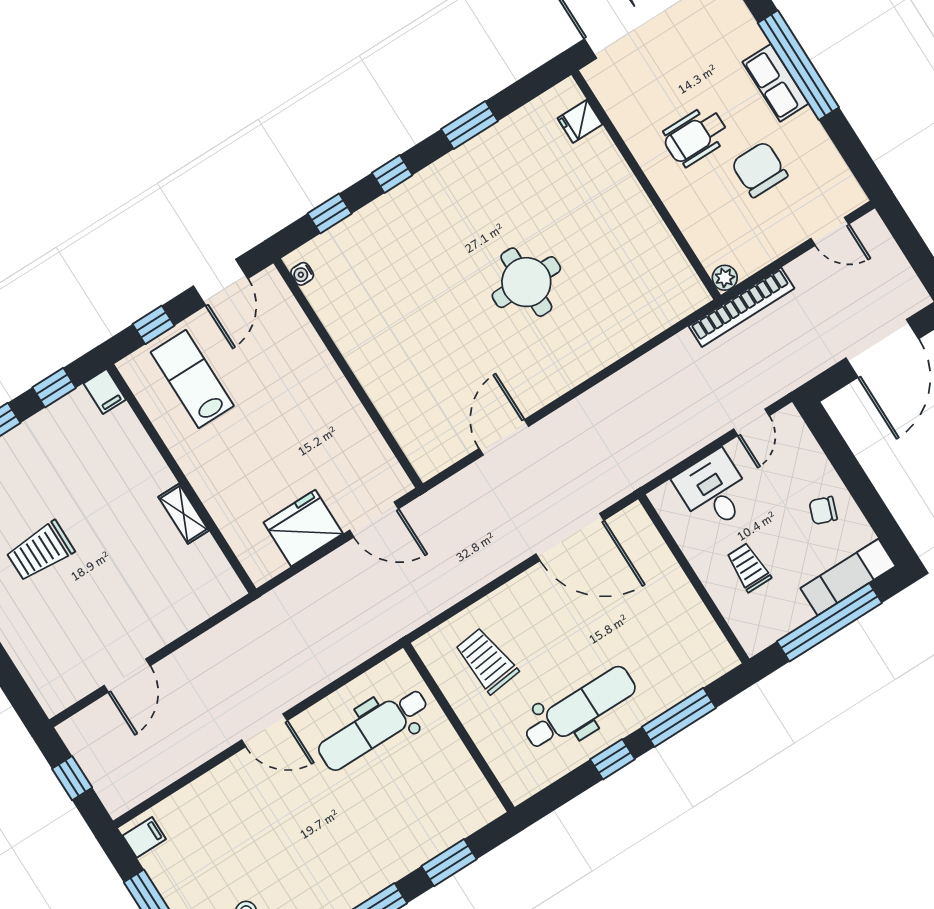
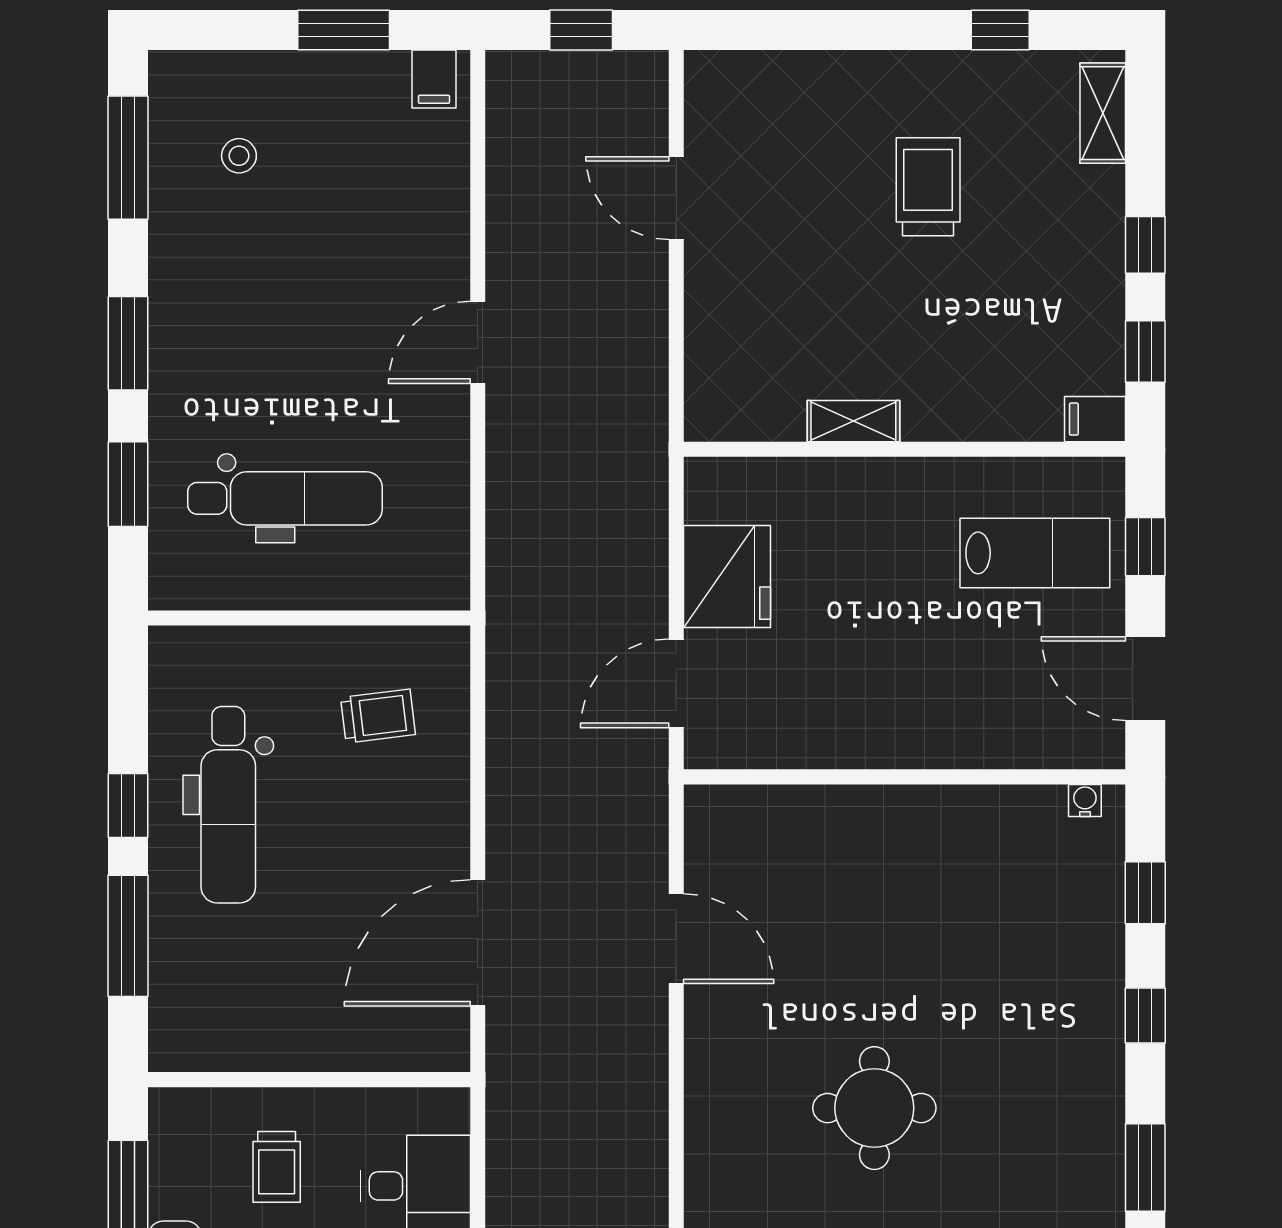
trolley: (749, 567) -> (277, 1167), turned 90
trolley: (487, 661) -> (378, 716), width x0.73, depth x0.72
dental chair: (373, 729) -> (285, 498), moved, turned 90

